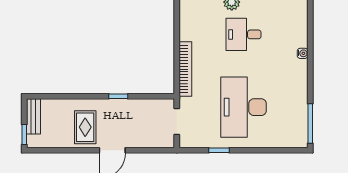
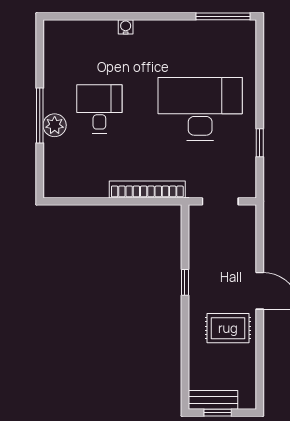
desk: (243, 34) -> (99, 109), turned 180
desk: (243, 107) -> (200, 109), turned 180
window: (24, 134) -> (218, 413), moved

